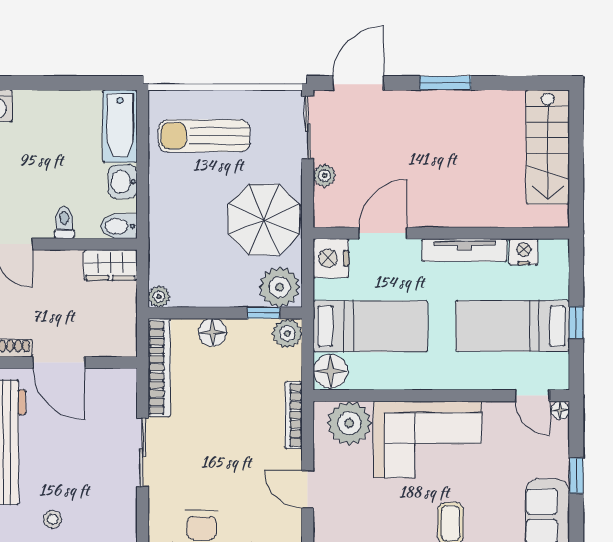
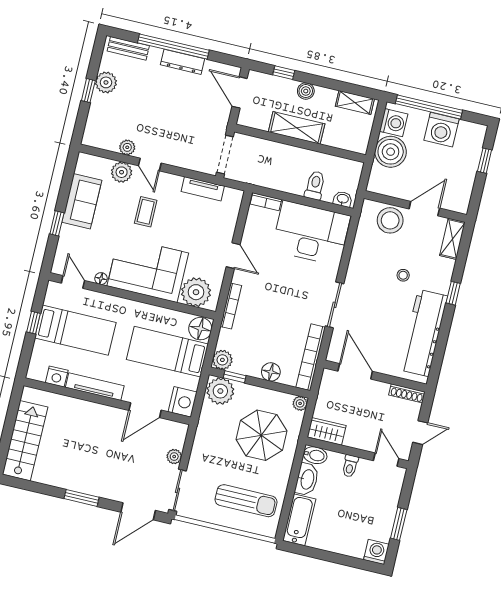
washbasin: (123, 182) -> (307, 479), width x1.38
parasol: (264, 220) -> (261, 435), moved
door: (59, 363) -> (355, 371), moved
floor lamp: (560, 410) -> (101, 279), moved

